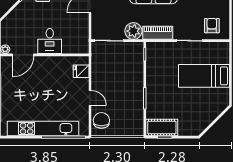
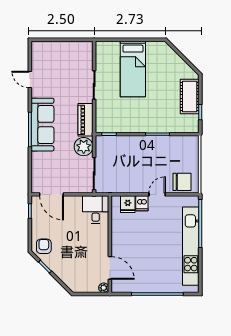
armchair: (212, 26) -> (78, 60), removed
desk: (50, 41) -> (96, 210), moved, turned -90
dishwasher: (82, 84) -> (142, 203), added
chair: (101, 120) -> (182, 182), turned 180
cot: (162, 127) -> (190, 97), moved

